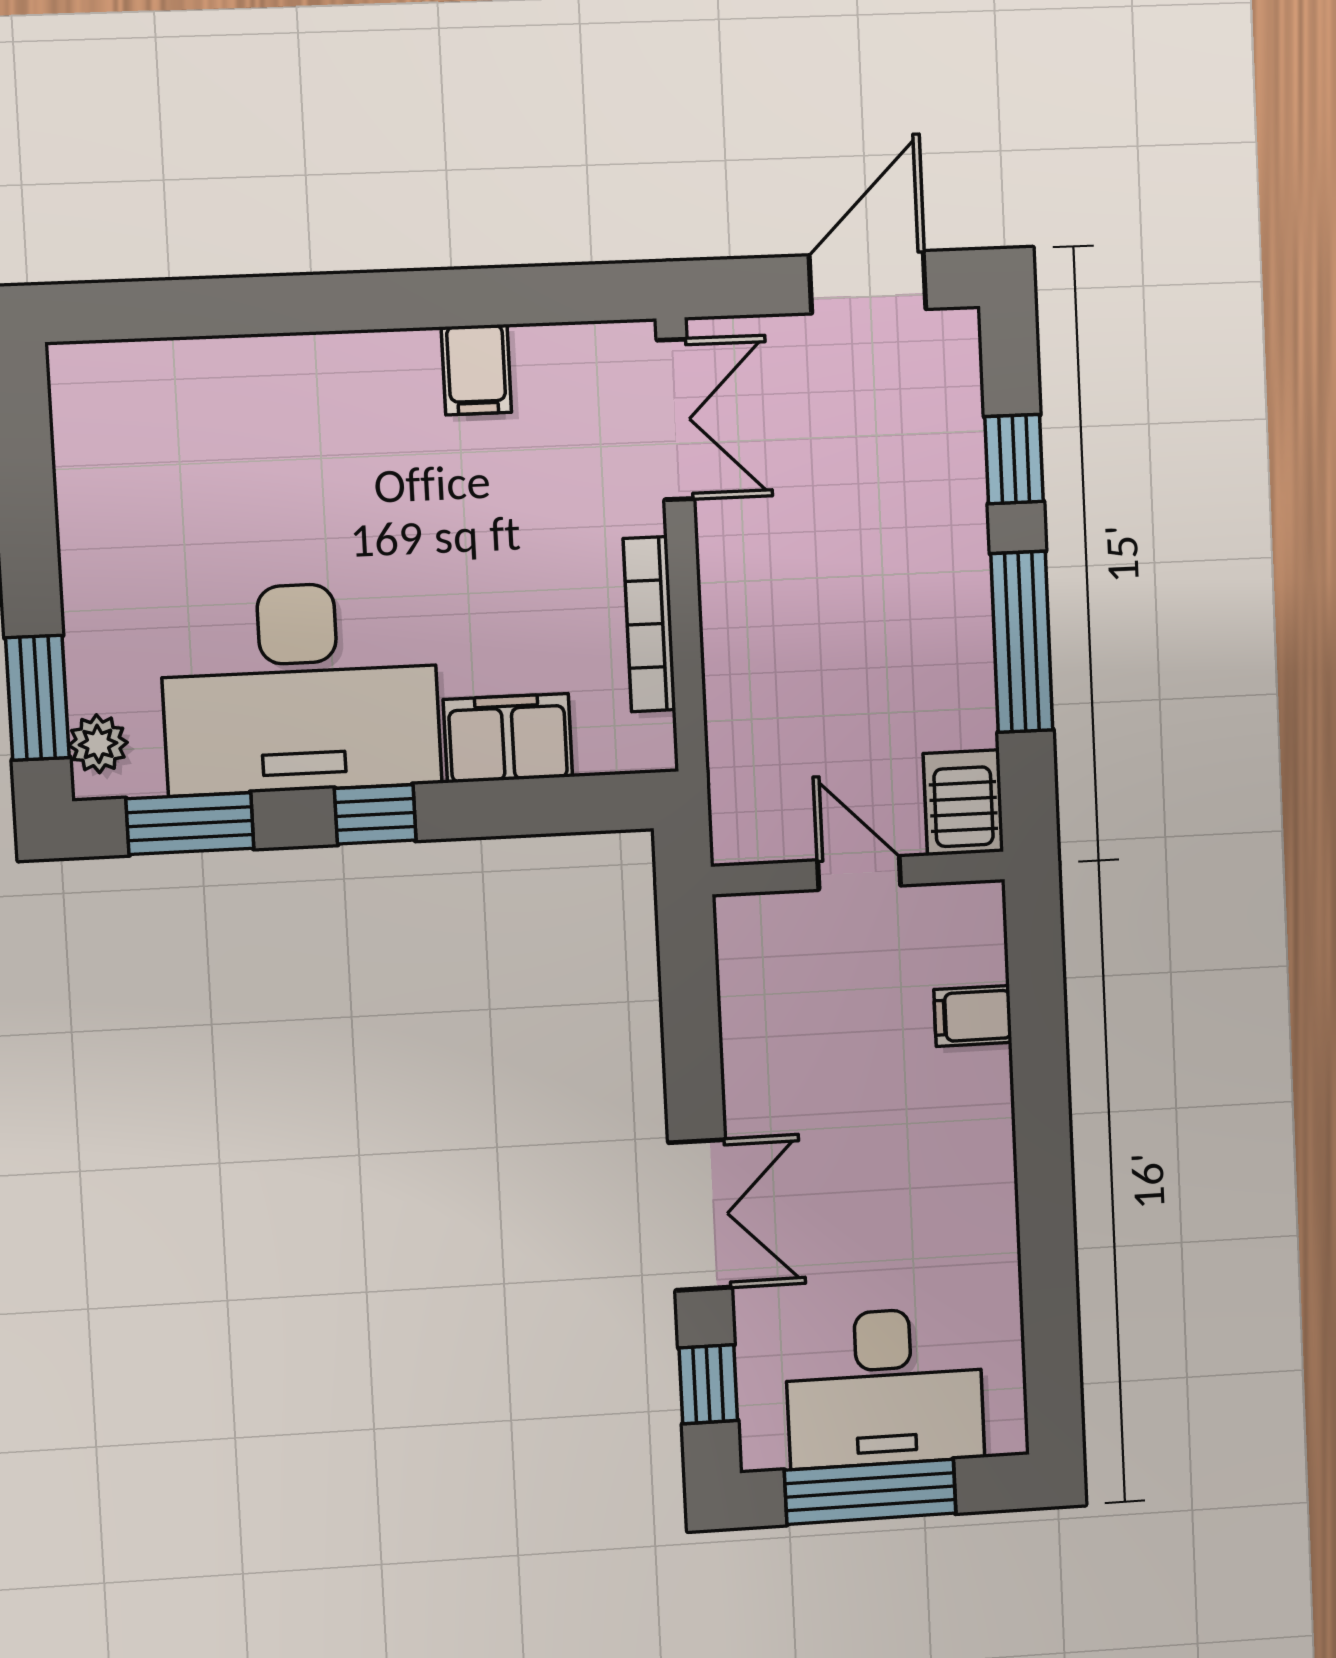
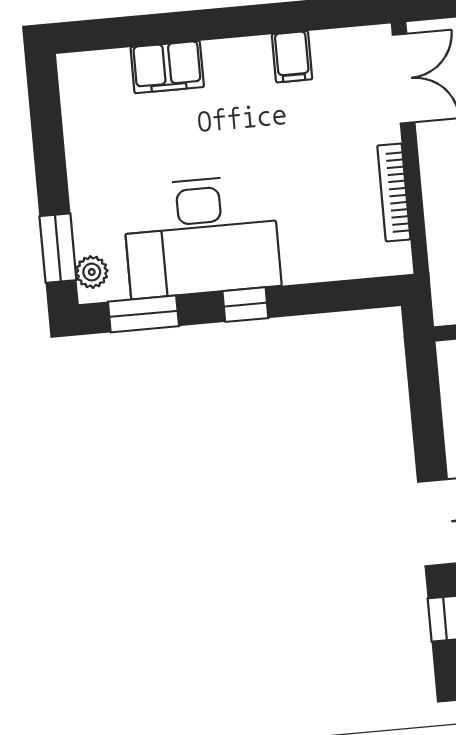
filing cabinet: (508, 738) -> (167, 67), moved, turned 180

